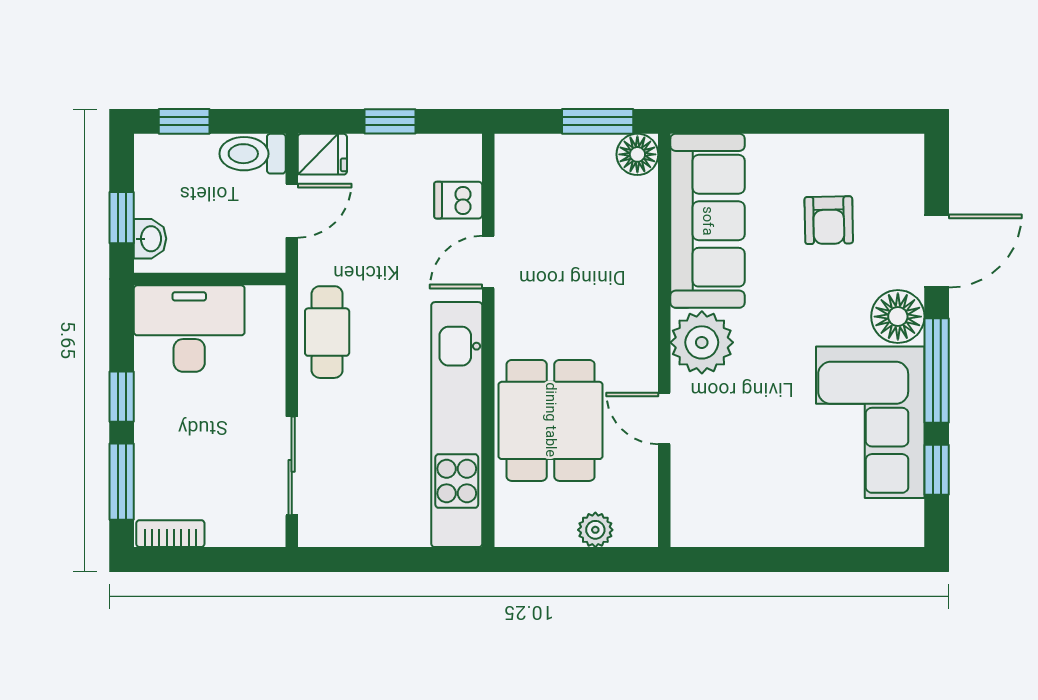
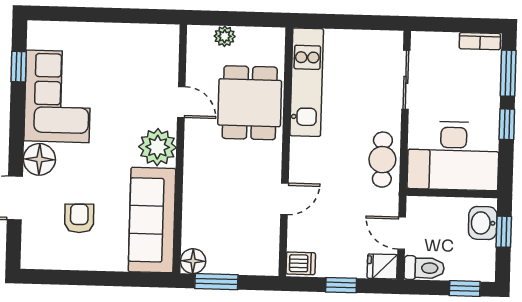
dishwasher: (458, 200) -> (301, 263), moved
door: (292, 211) -> (402, 233), hinge flipped
washbasin: (150, 239) -> (483, 223), width x1.38, depth x1.45
desk: (189, 329) -> (453, 156), width x1.36, depth x1.30
window: (937, 370) -> (17, 126), removed
kitchen unit: (457, 425) -> (307, 82), width x0.73

